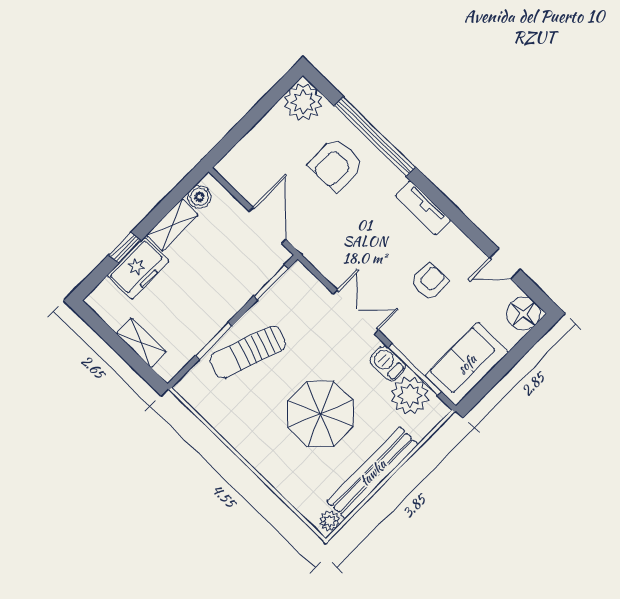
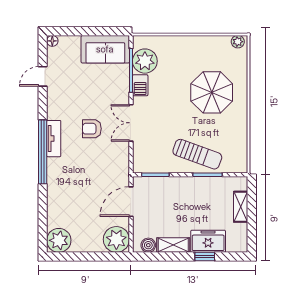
window: (375, 136) -> (43, 152), moved
armchair: (336, 164) -> (73, 198), removed
plant: (241, 167) -> (116, 239), added
door: (505, 264) -> (43, 76), swing flipped
armchair: (429, 282) -> (92, 129), moved
floor lamp: (523, 314) -> (52, 41), width x0.53, depth x0.53
parasol: (320, 414) -> (212, 92), moved
bench: (373, 473) -> (197, 44), removed

